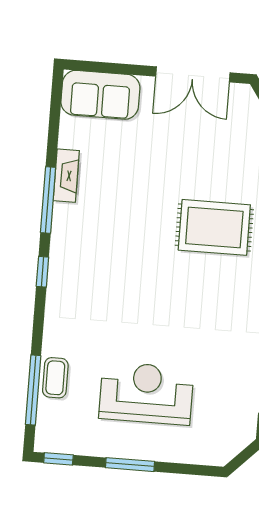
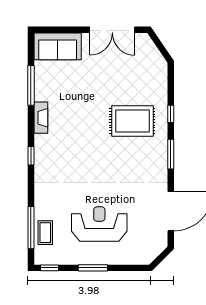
fireplace: (66, 176) -> (41, 118), moved
window: (48, 200) -> (31, 85), moved
coffee table: (55, 378) -> (45, 233), moved

